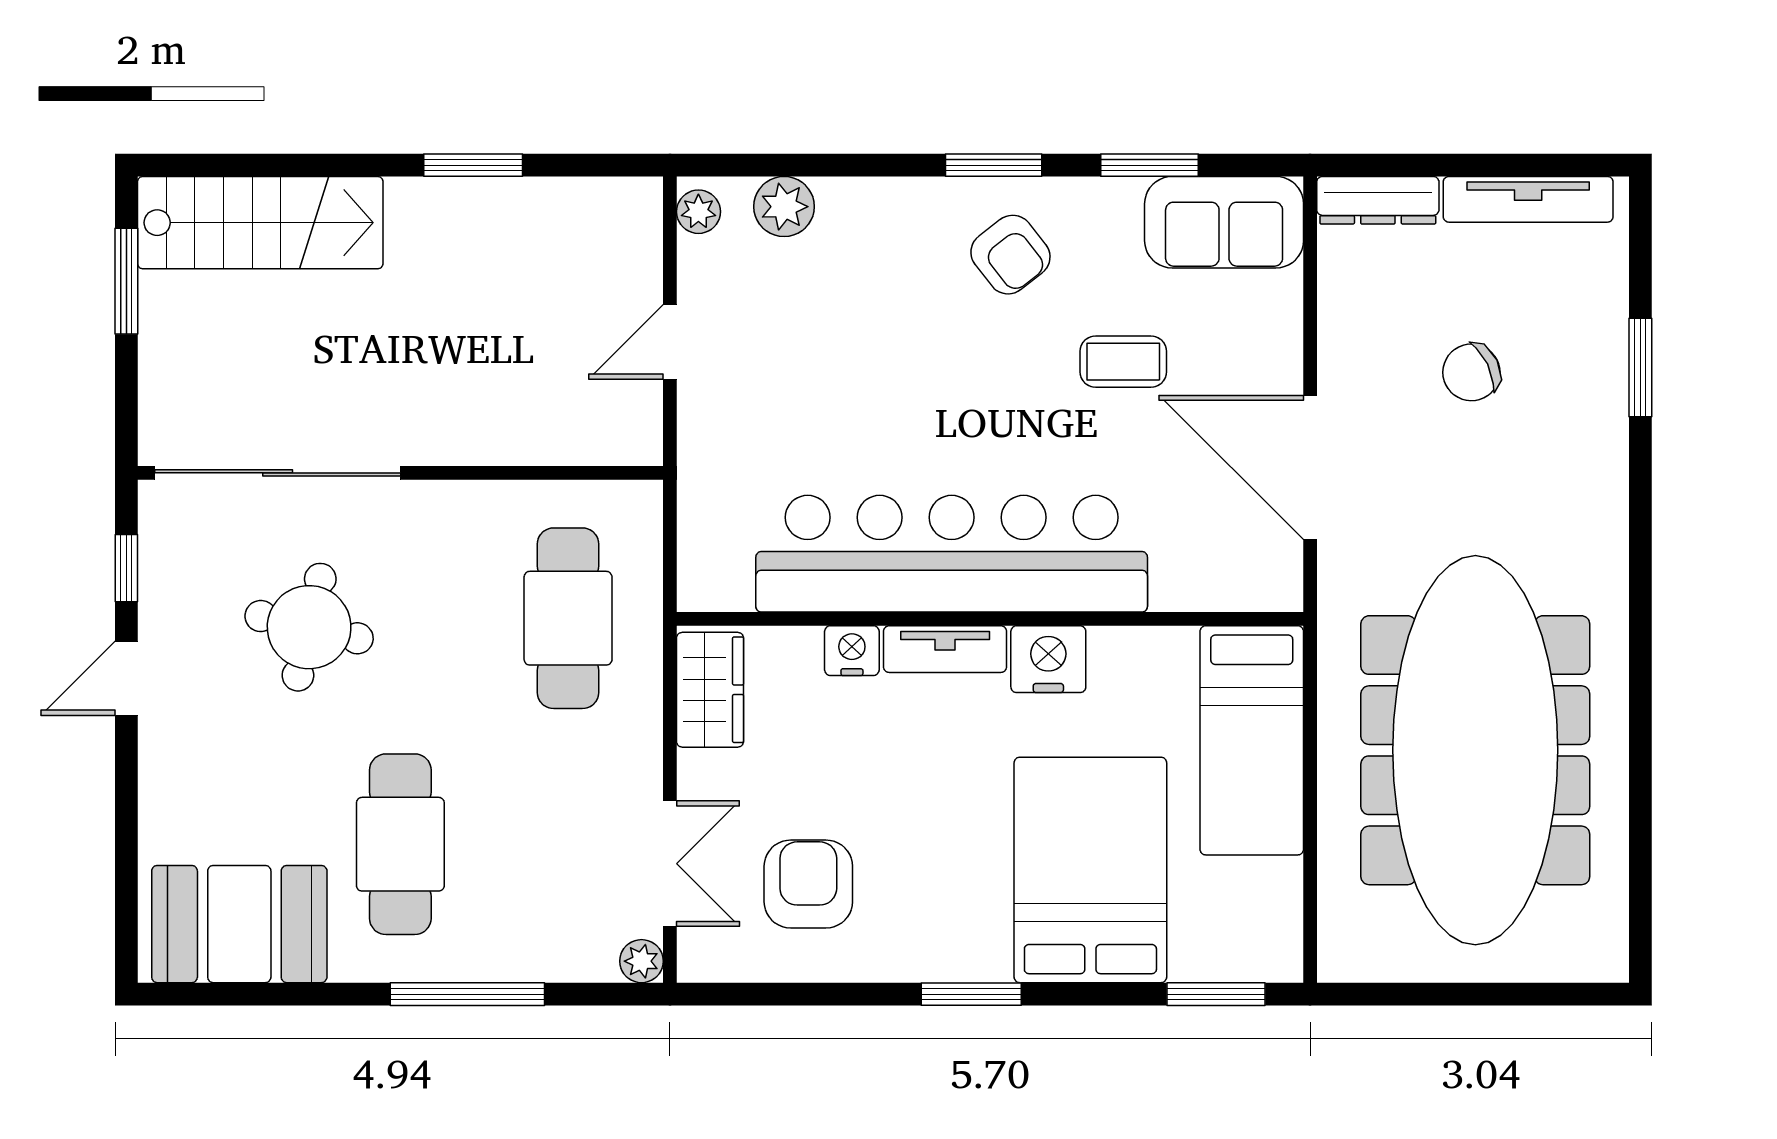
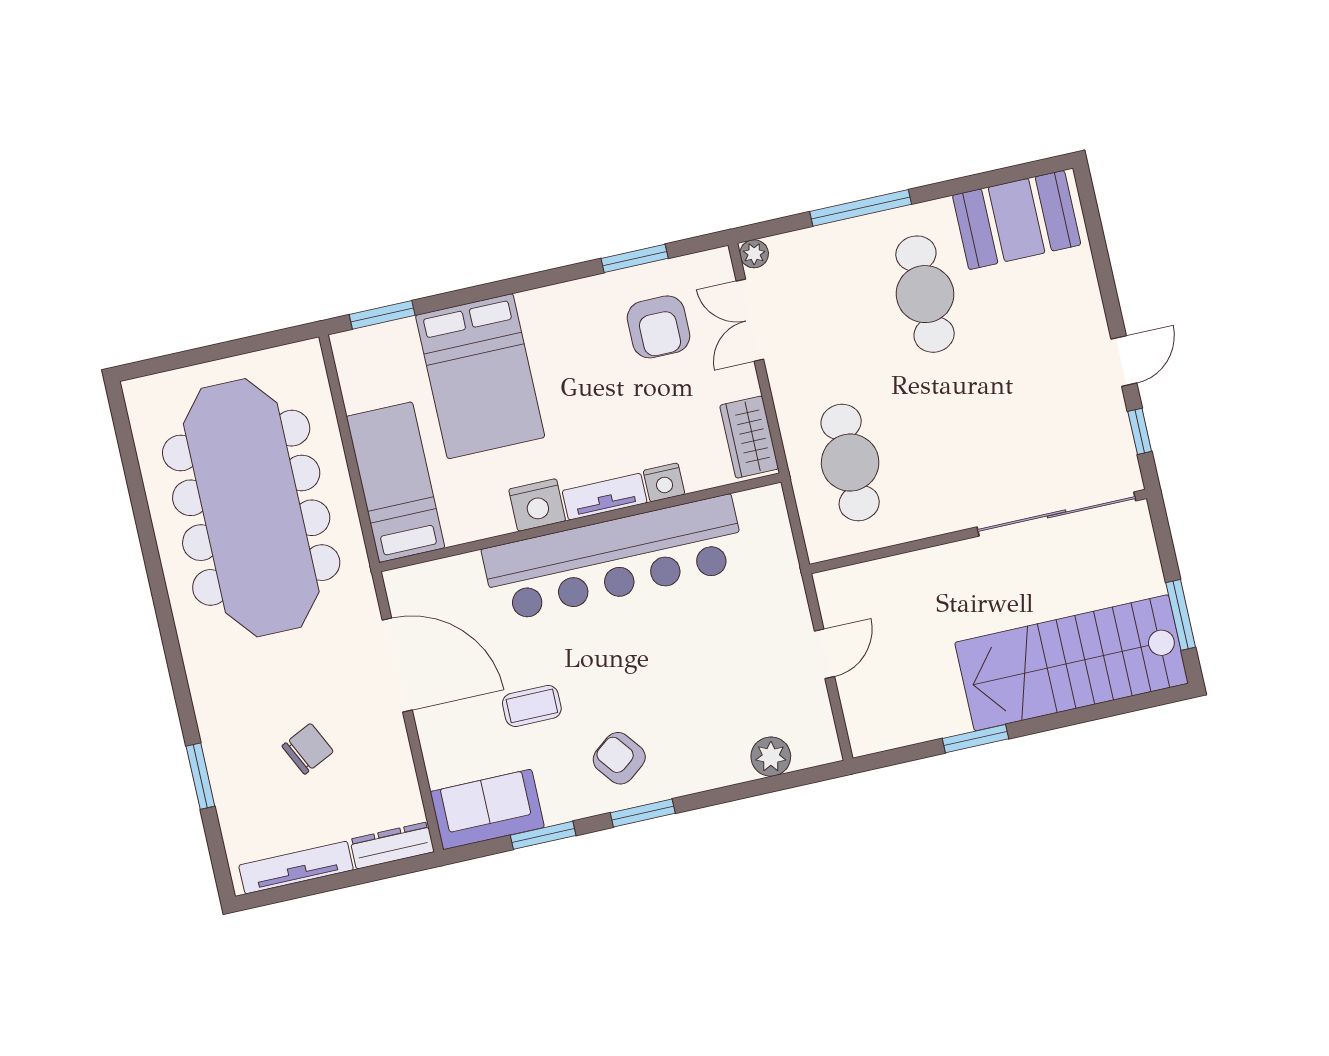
plant: (698, 212) -> (825, 741), removed
stairs: (260, 223) -> (1072, 663), width x1.36, depth x1.51
round table: (309, 627) -> (1014, 420), removed
window: (971, 994) -> (635, 258), moved

